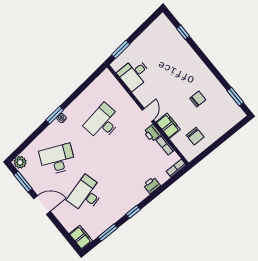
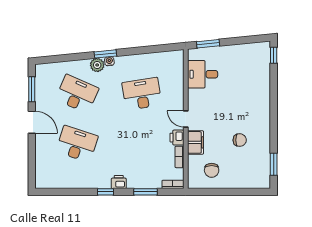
window: (183, 32) -> (274, 55), moved
door: (148, 115) -> (186, 119), swing flipped
plant: (20, 162) -> (97, 65), moved
printer: (152, 185) -> (119, 182), moved
desk: (86, 194) -> (77, 144), turned 33
window: (108, 232) -> (146, 192), moved
filing cabinet: (81, 237) -> (43, 177), removed

